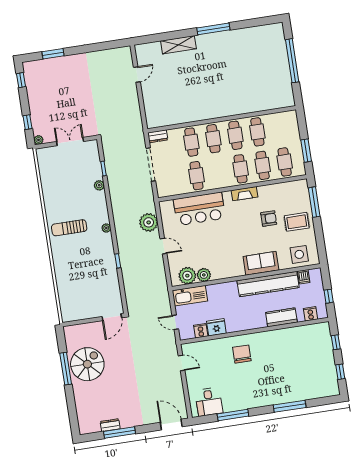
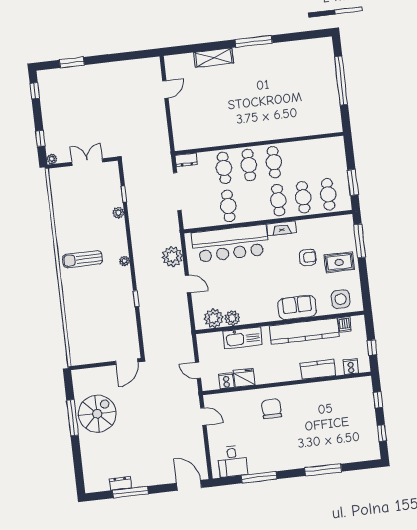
cafe table: (257, 132) -> (299, 159), removed
bar counter: (199, 209) -> (230, 243), width x1.36
kitchen sink: (190, 296) -> (243, 338), moved

